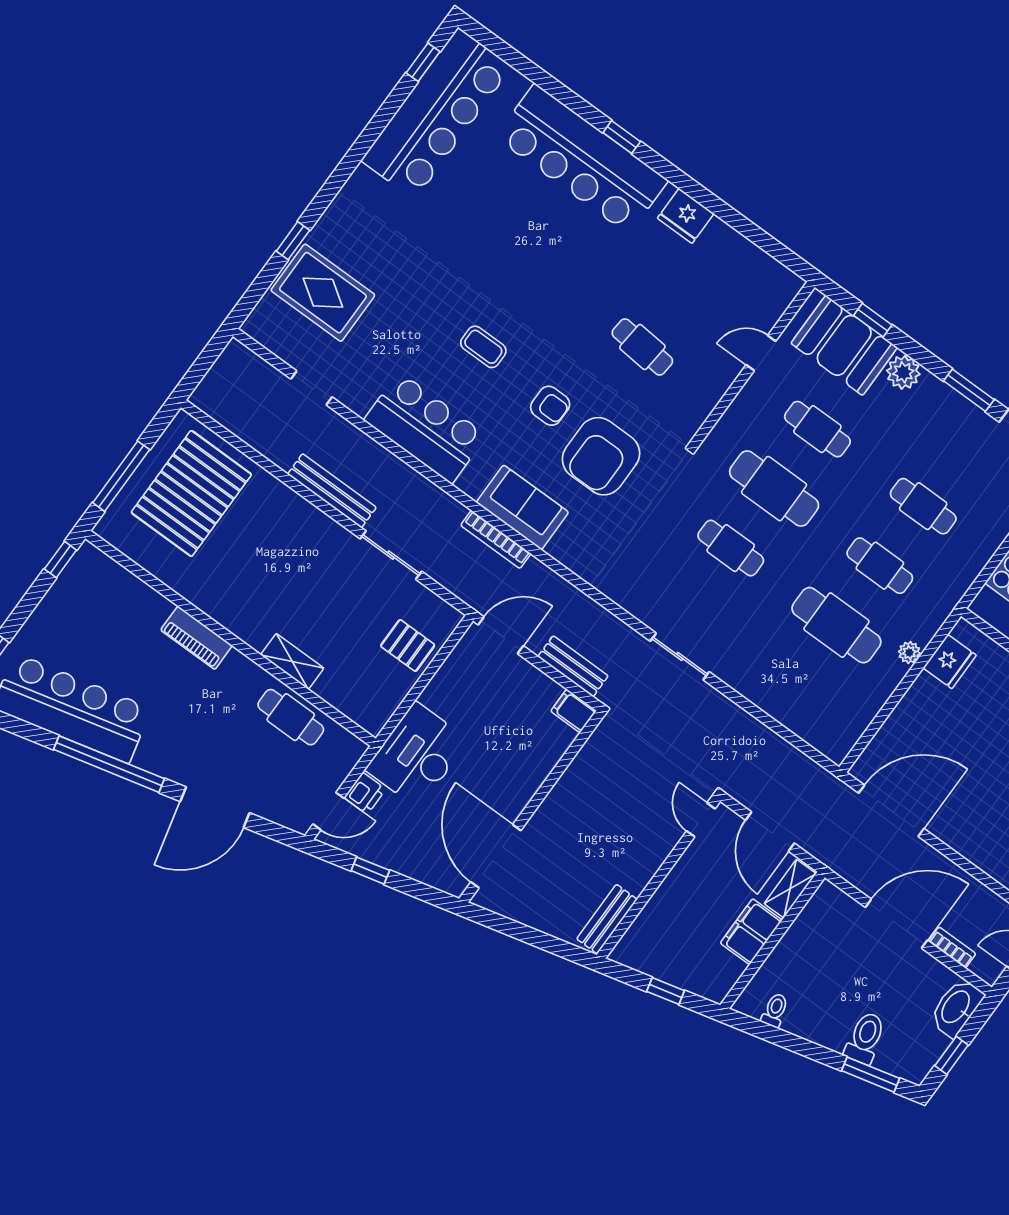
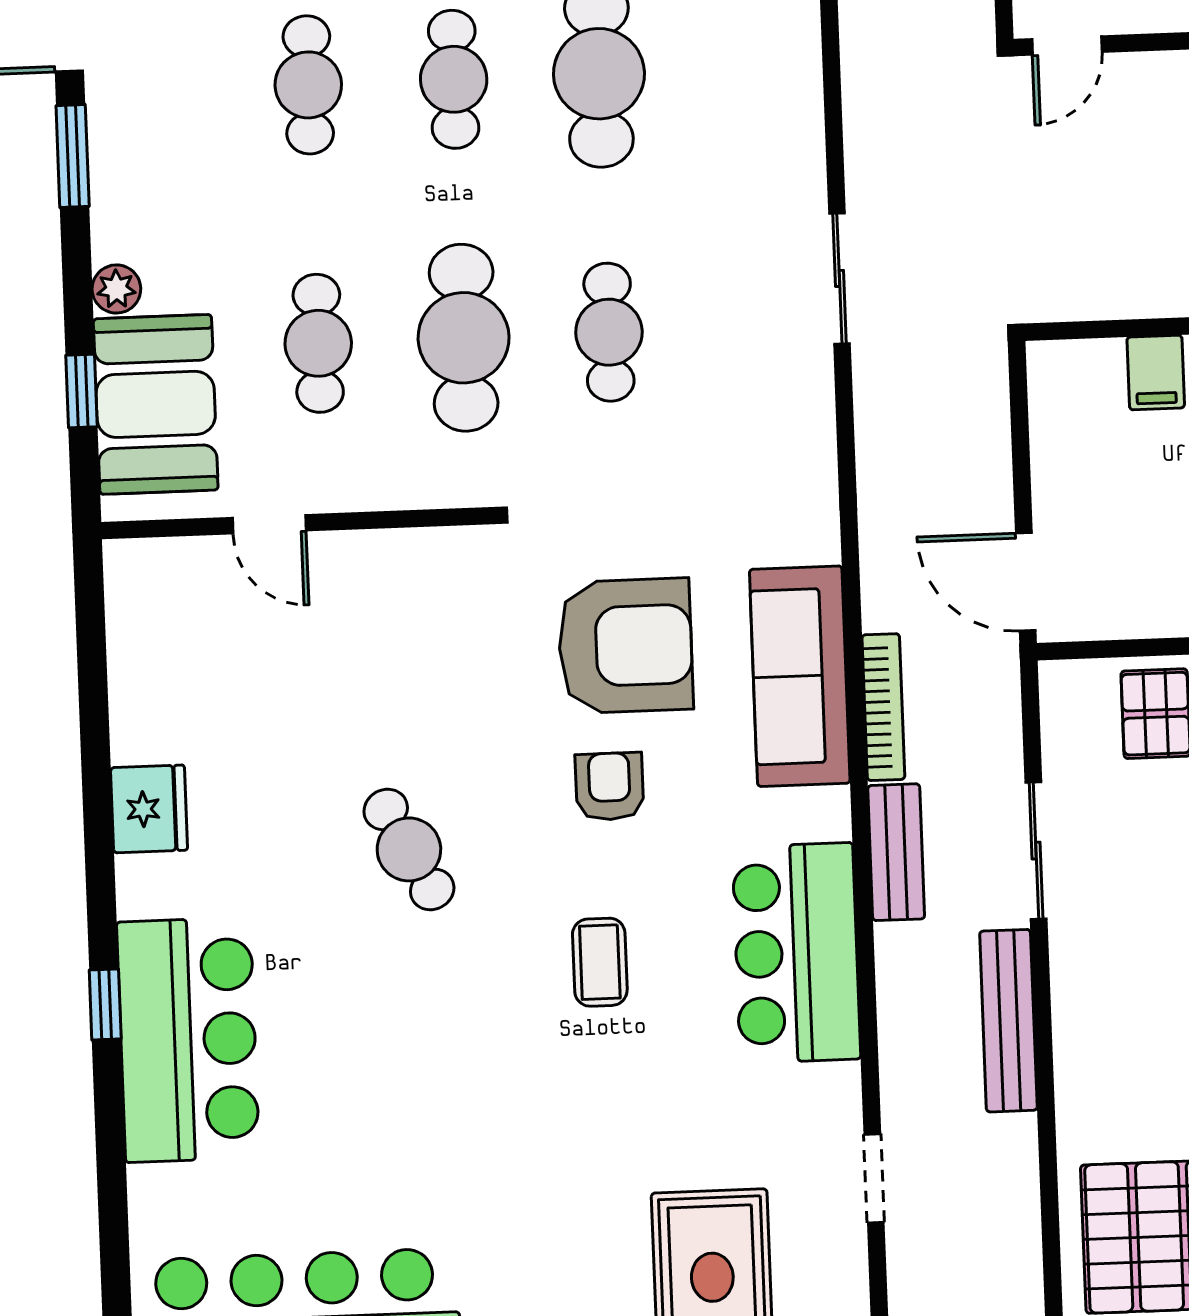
bar counter: (582, 159) -> (188, 1040), width x0.73
cafe table: (642, 347) -> (409, 849), moved, turned -33
plant: (903, 372) -> (116, 289), width x0.73, depth x0.73
sofa: (522, 507) -> (800, 676), width x1.36
bench: (573, 666) -> (896, 852), moved
filing cabinet: (574, 711) -> (1156, 373), moved

